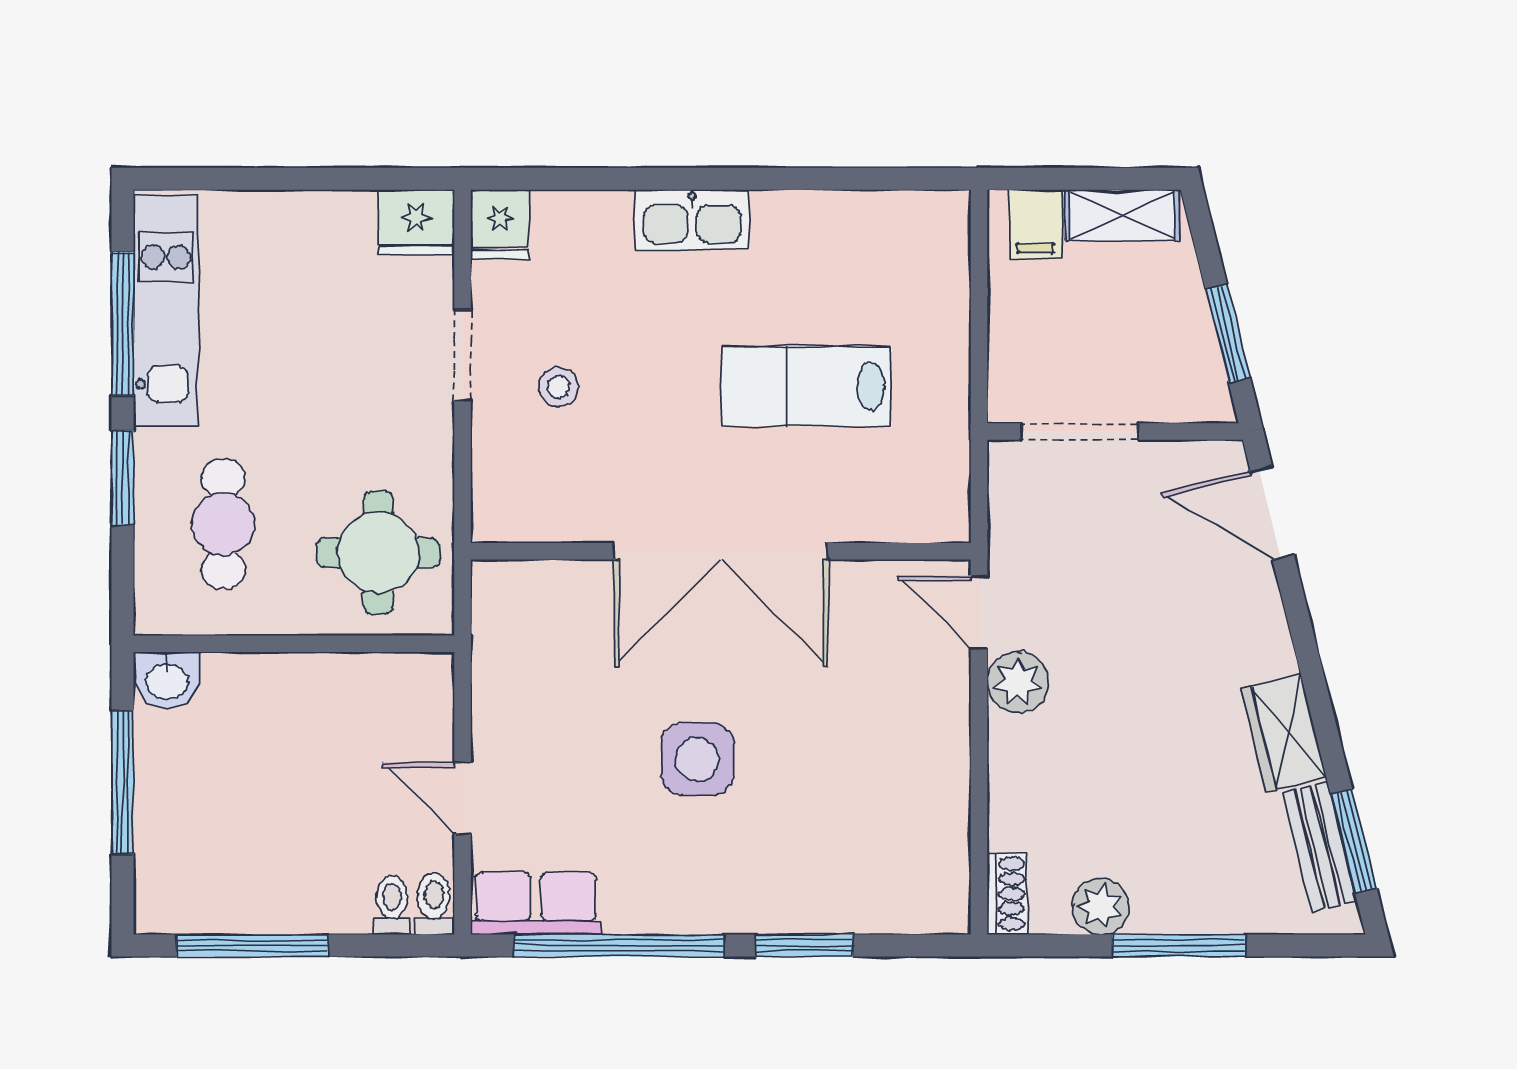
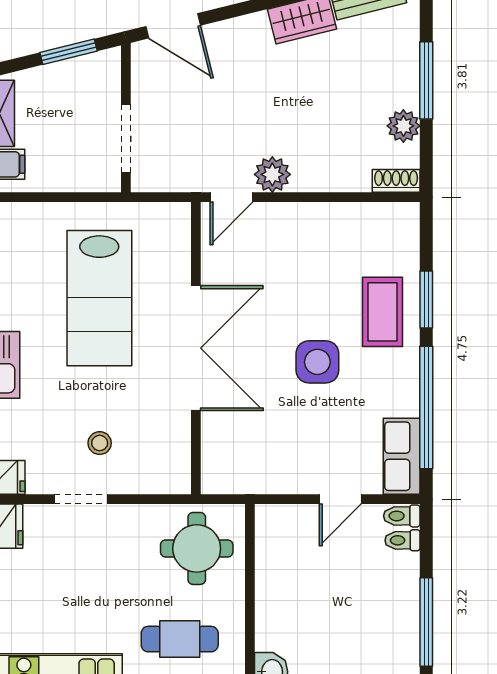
lab bench: (806, 386) -> (99, 298), width x1.36, depth x1.39
door: (1272, 512) -> (173, 26), hinge flipped
coffee table: (783, 871) -> (382, 312), added

